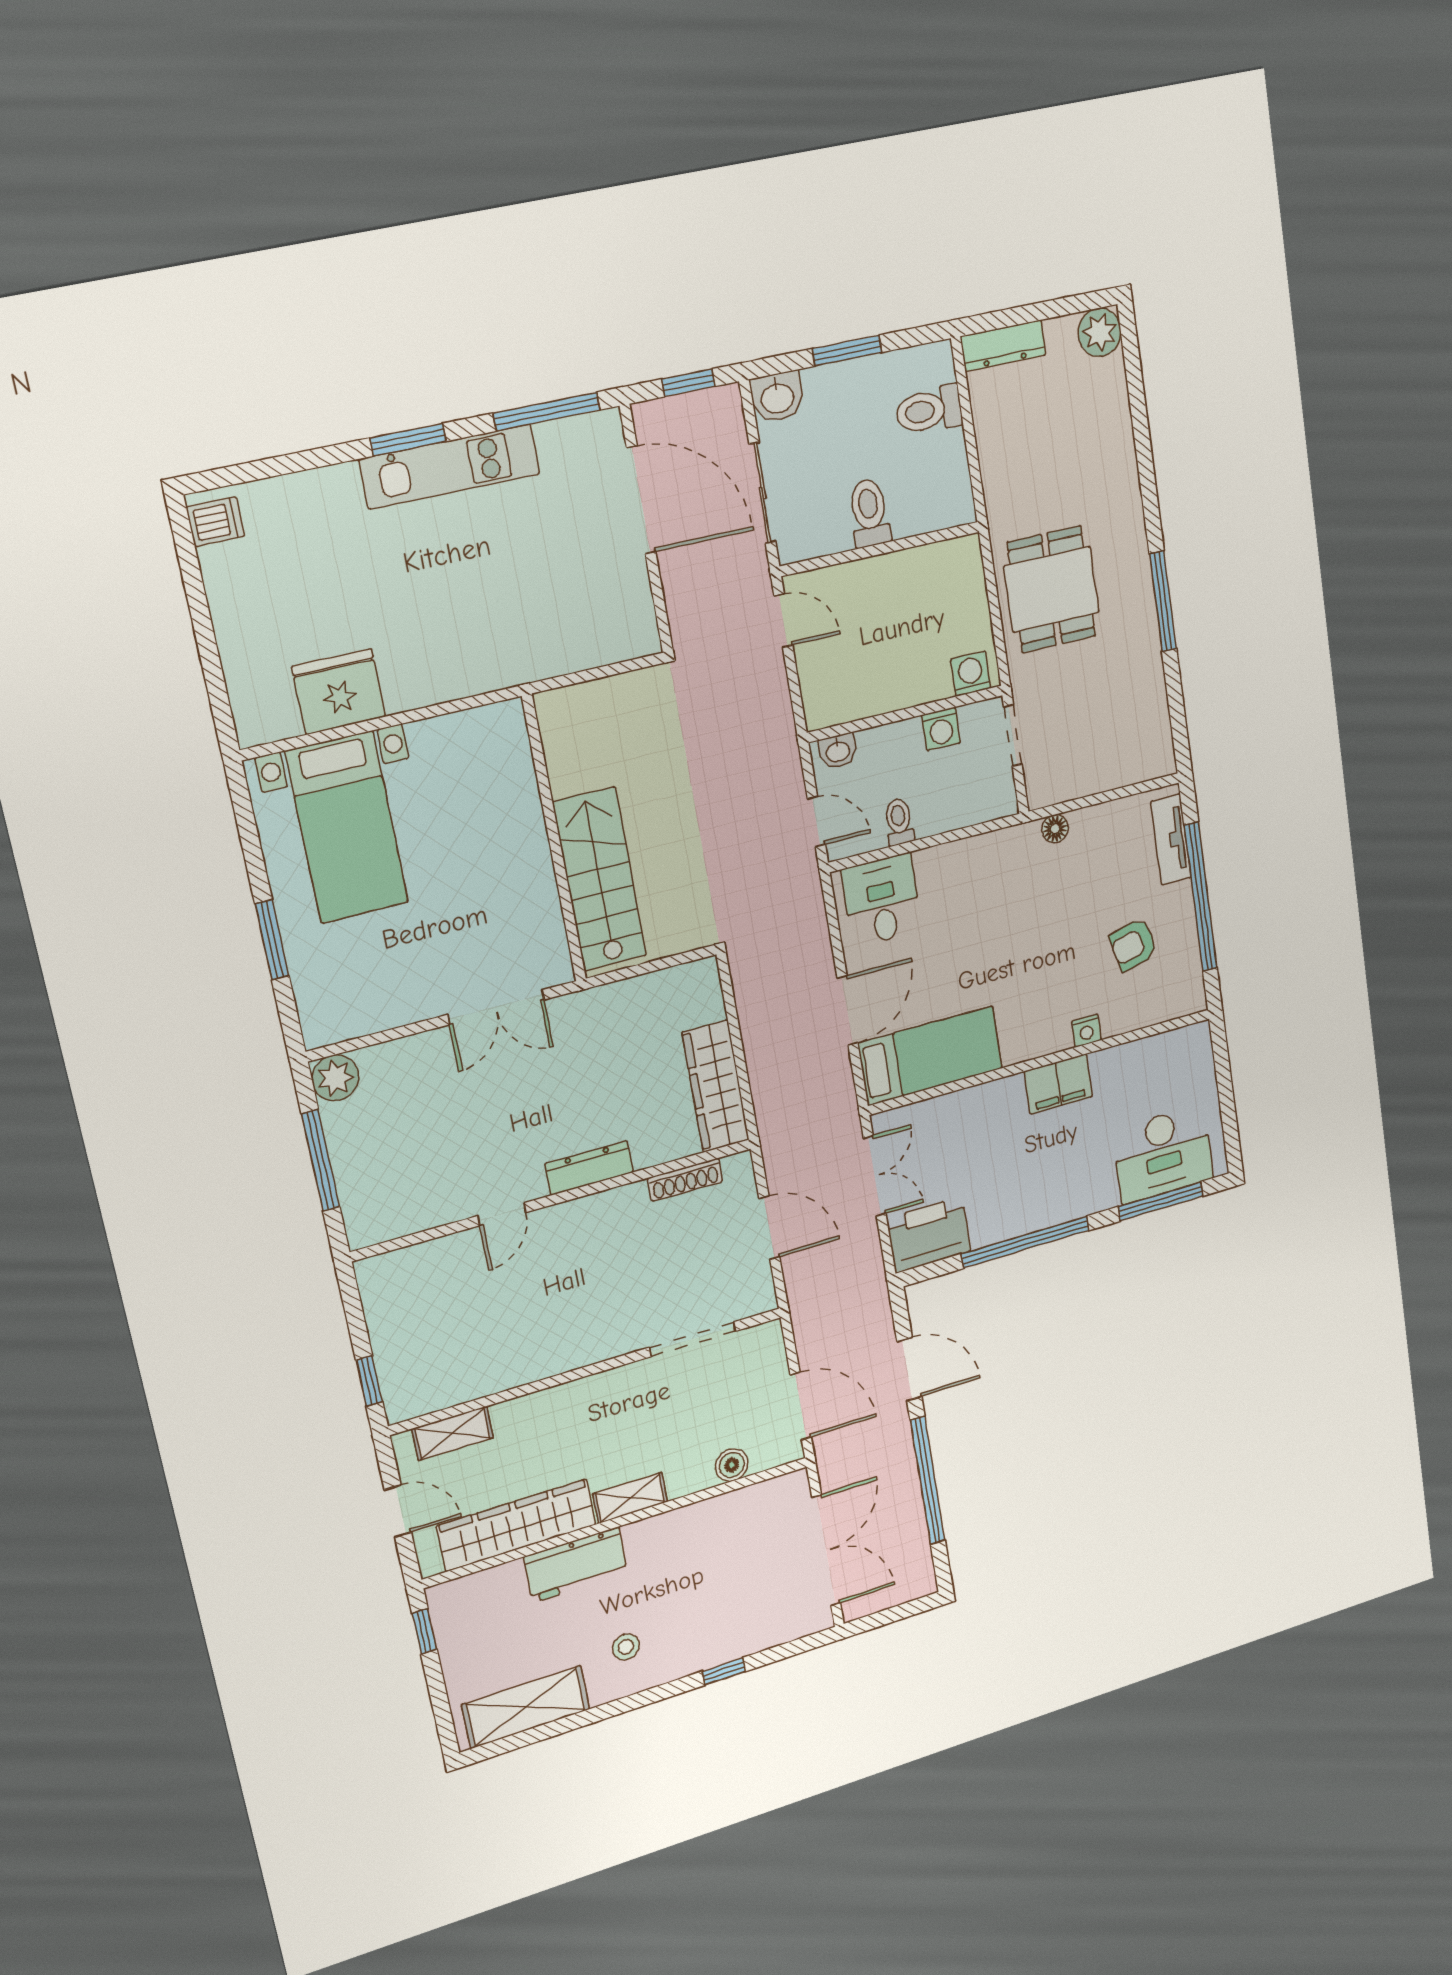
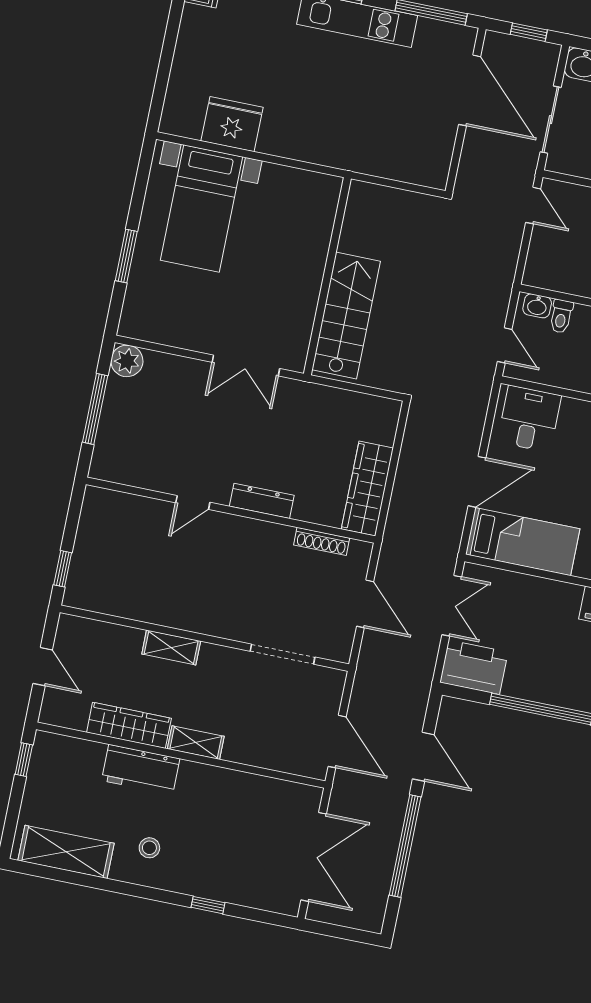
toilet: (899, 822) -> (561, 316), moved, turned 180
shelving: (453, 1433) -> (171, 648), moved
boiler: (732, 1465) -> (273, 758), removed
wardrobe: (517, 1525) -> (129, 725), width x0.71, depth x0.85

